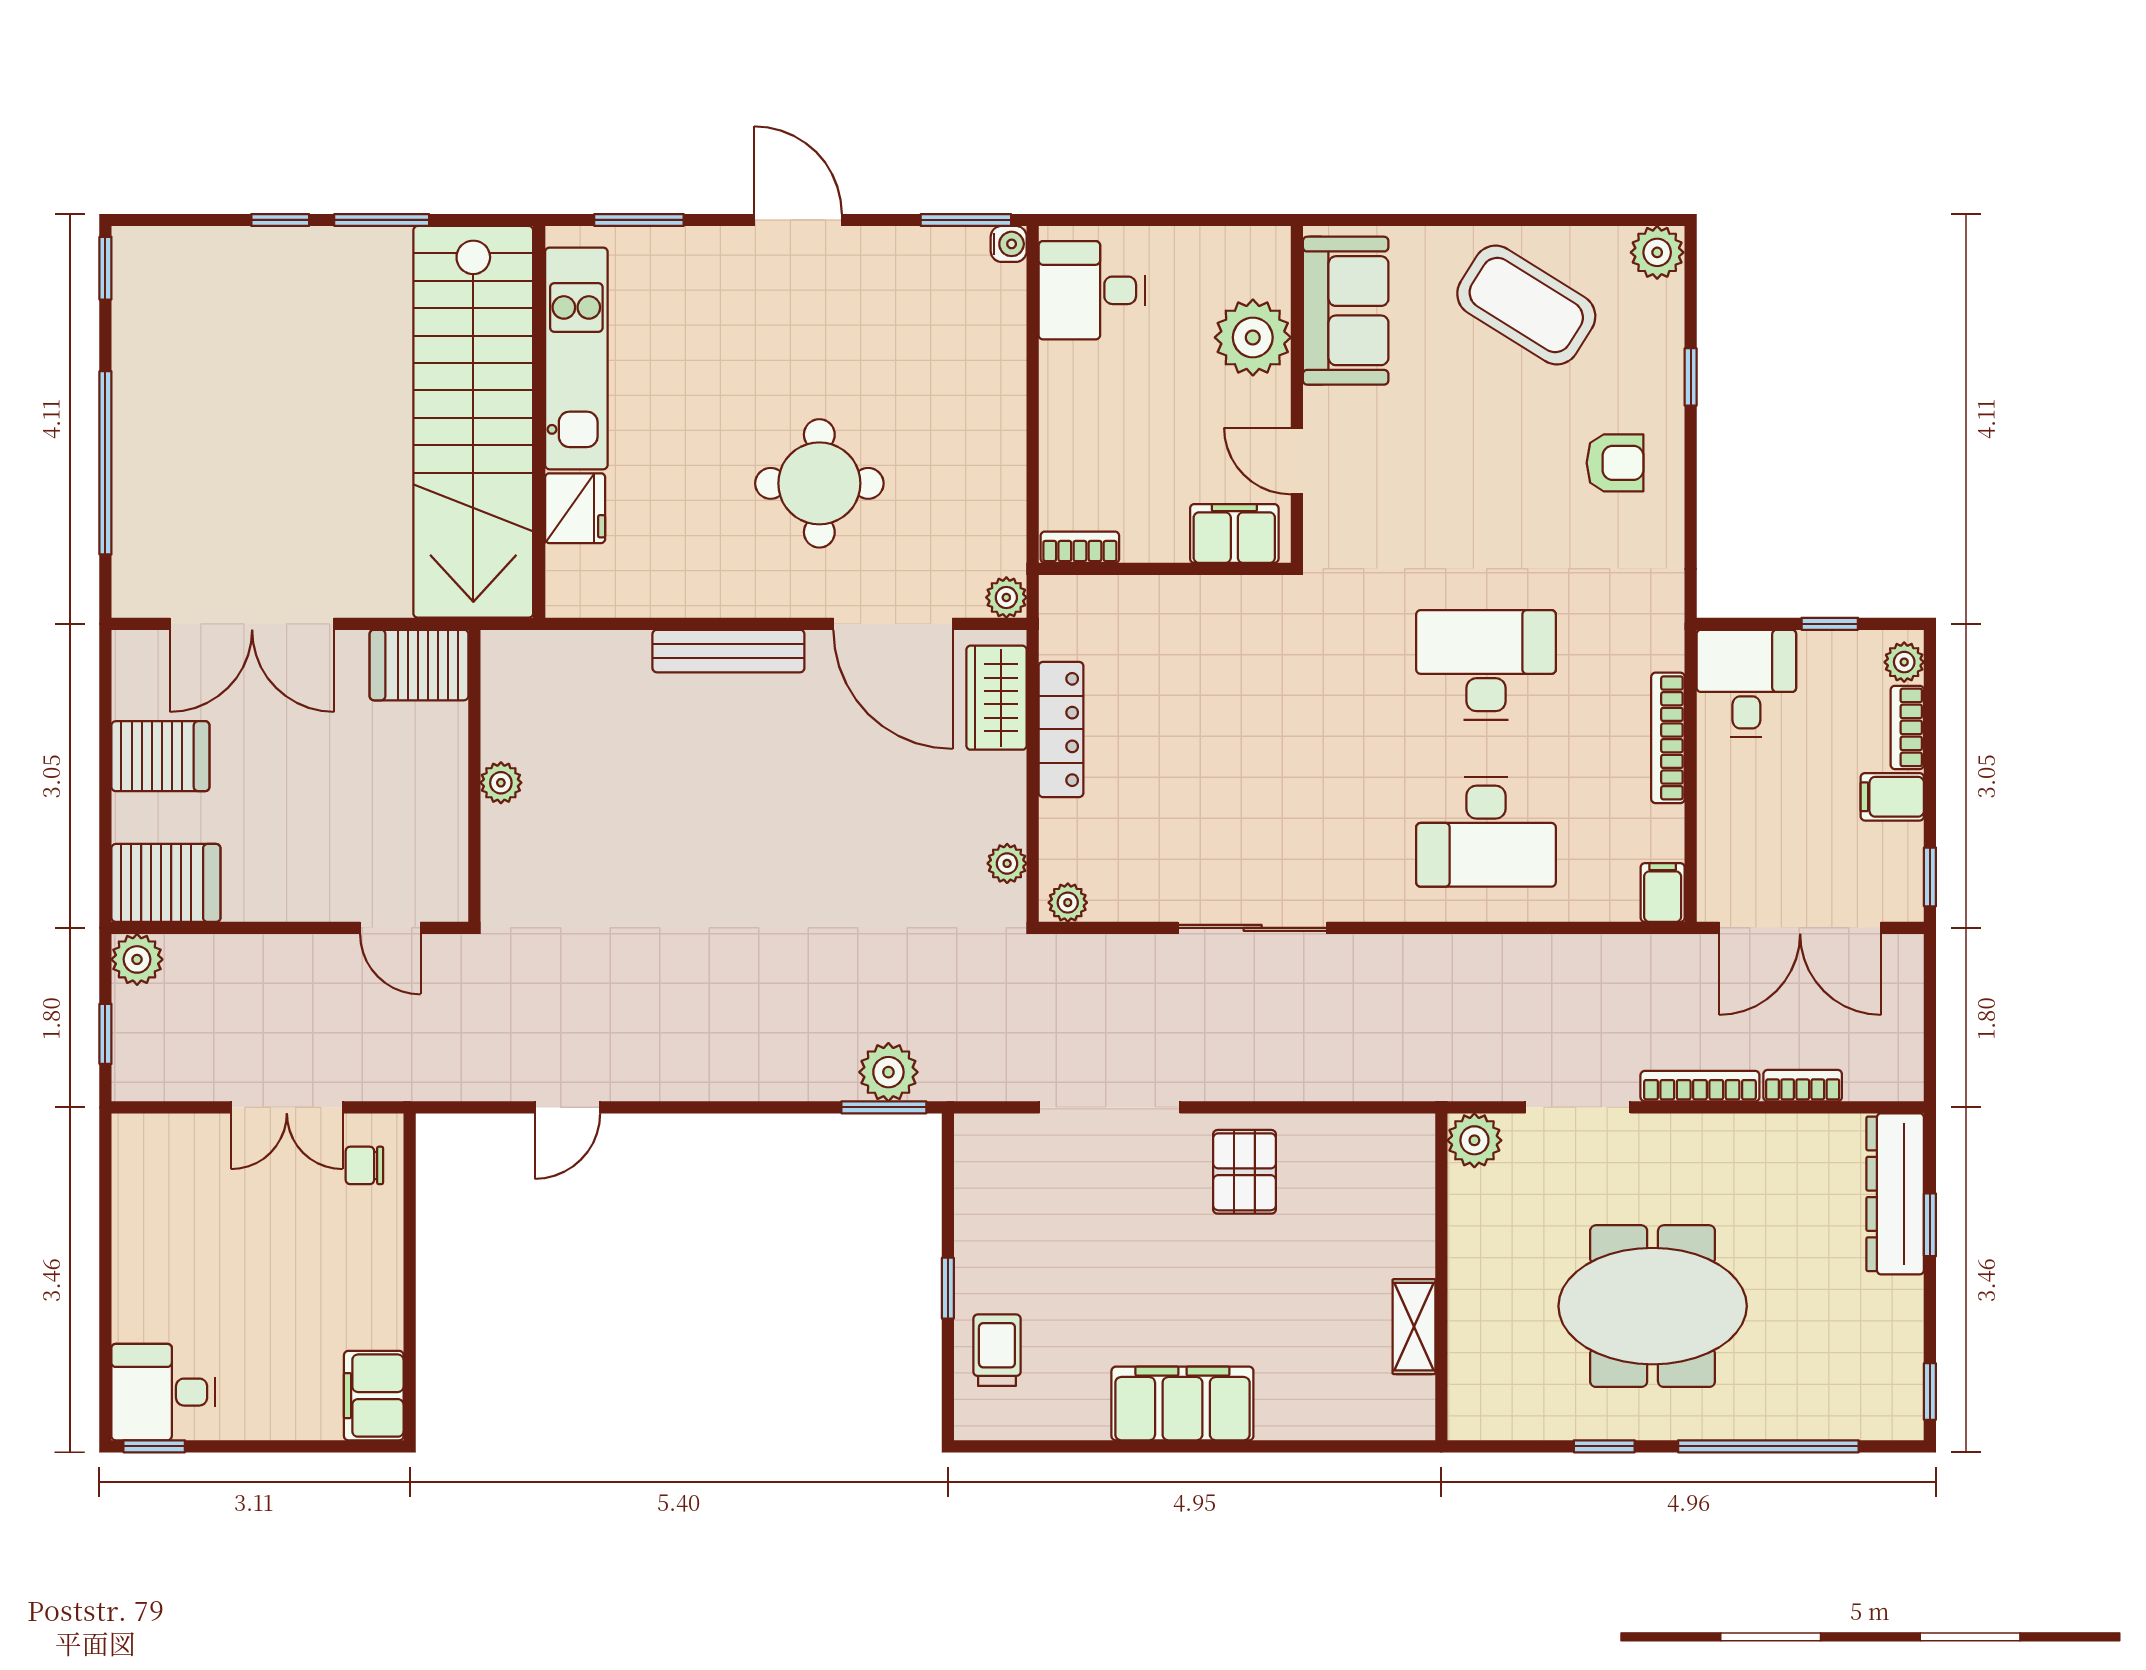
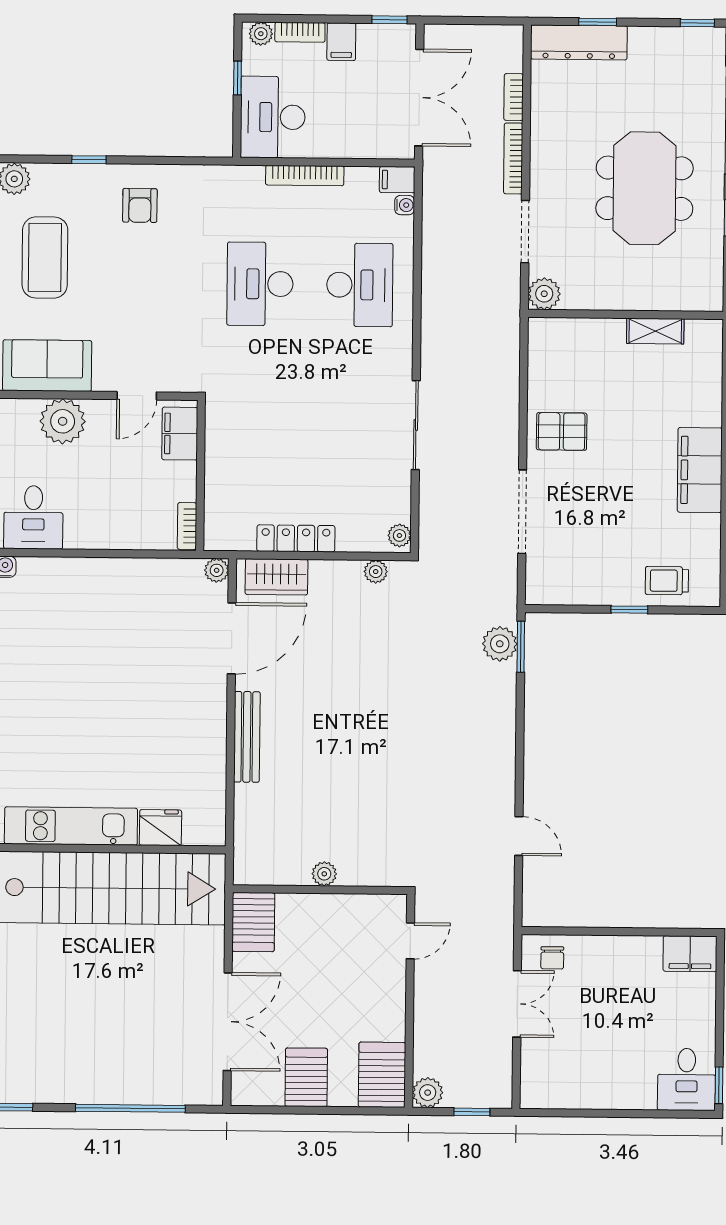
coffee table: (1526, 305) -> (45, 257), turned -32
armchair: (1615, 463) -> (140, 205), turned 180
round table: (819, 483) -> (147, 681), removed
desk: (1746, 683) -> (273, 117), width x1.37
water cooler: (1620, 905) -> (405, 205), added

